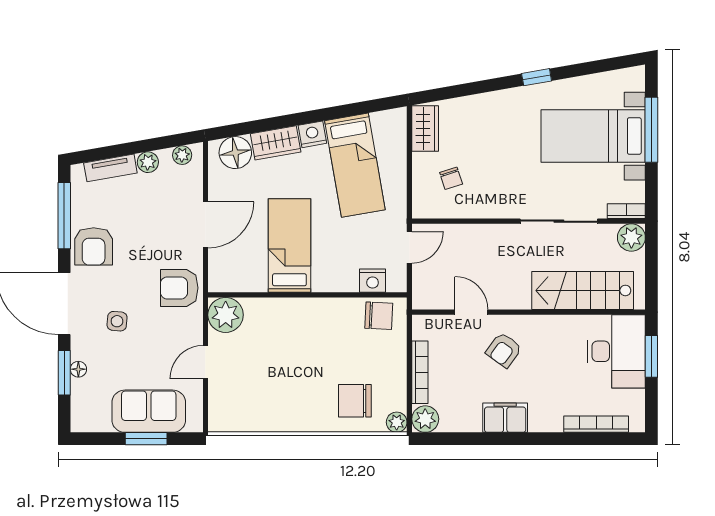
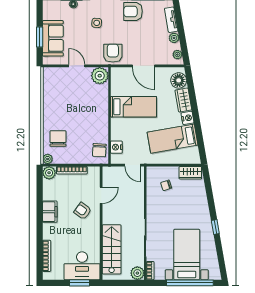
window: (651, 130) -> (190, 283), width x1.46

